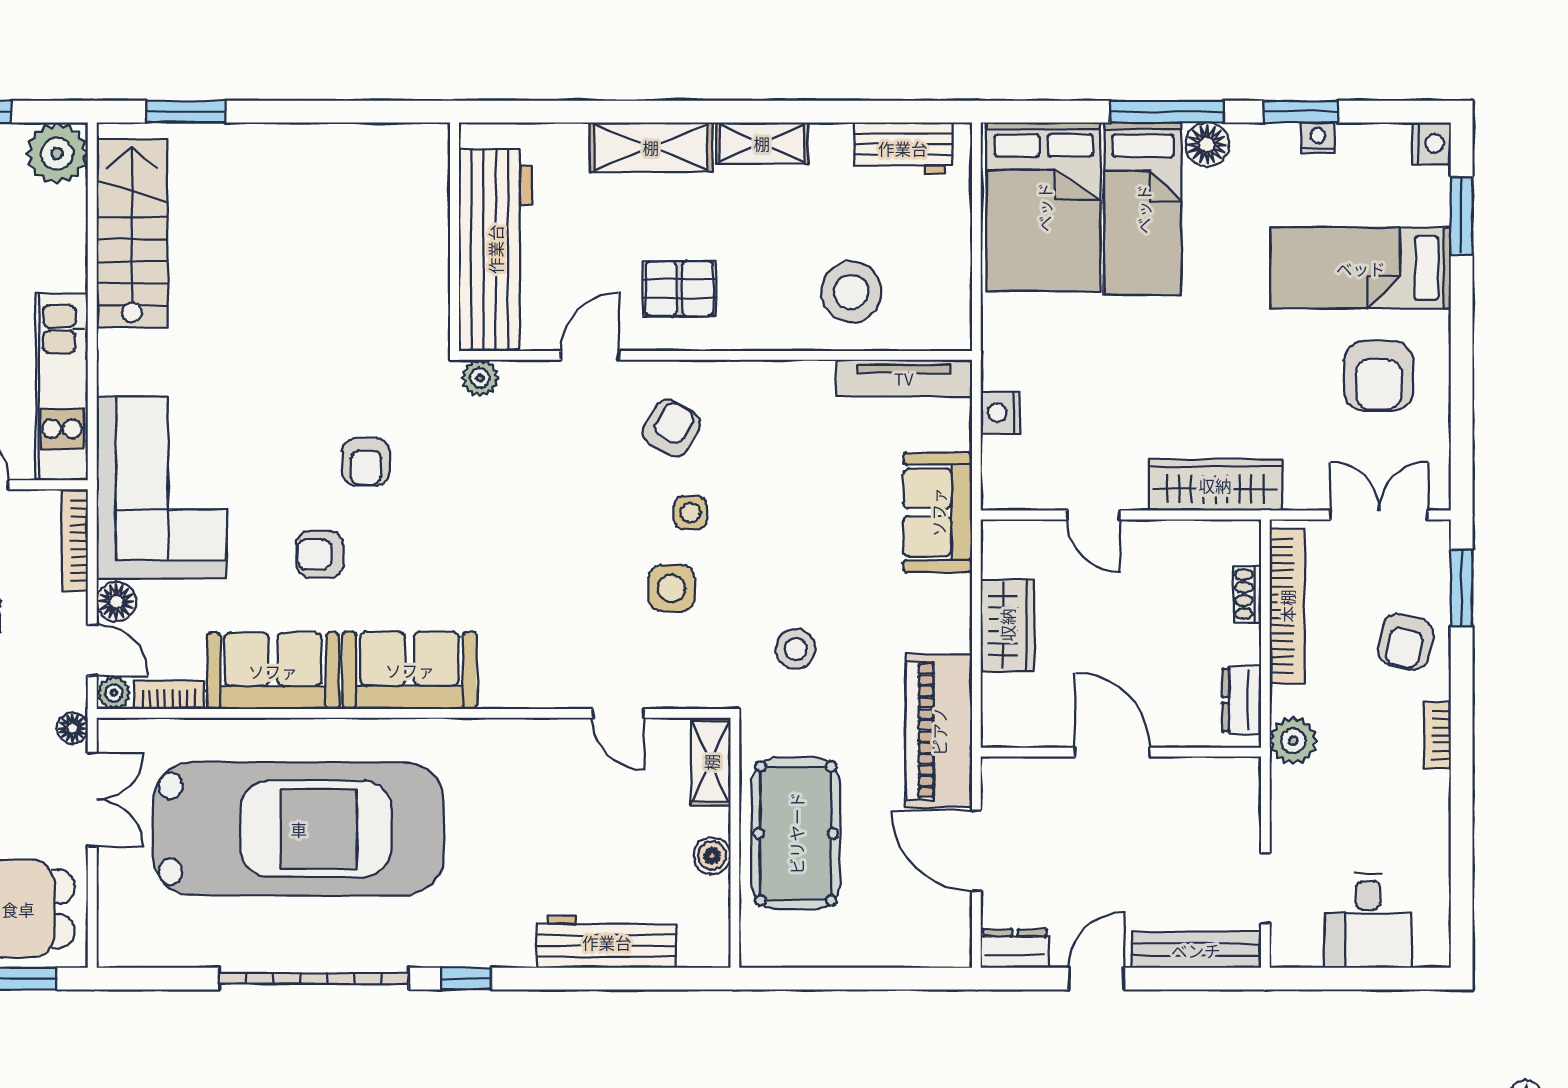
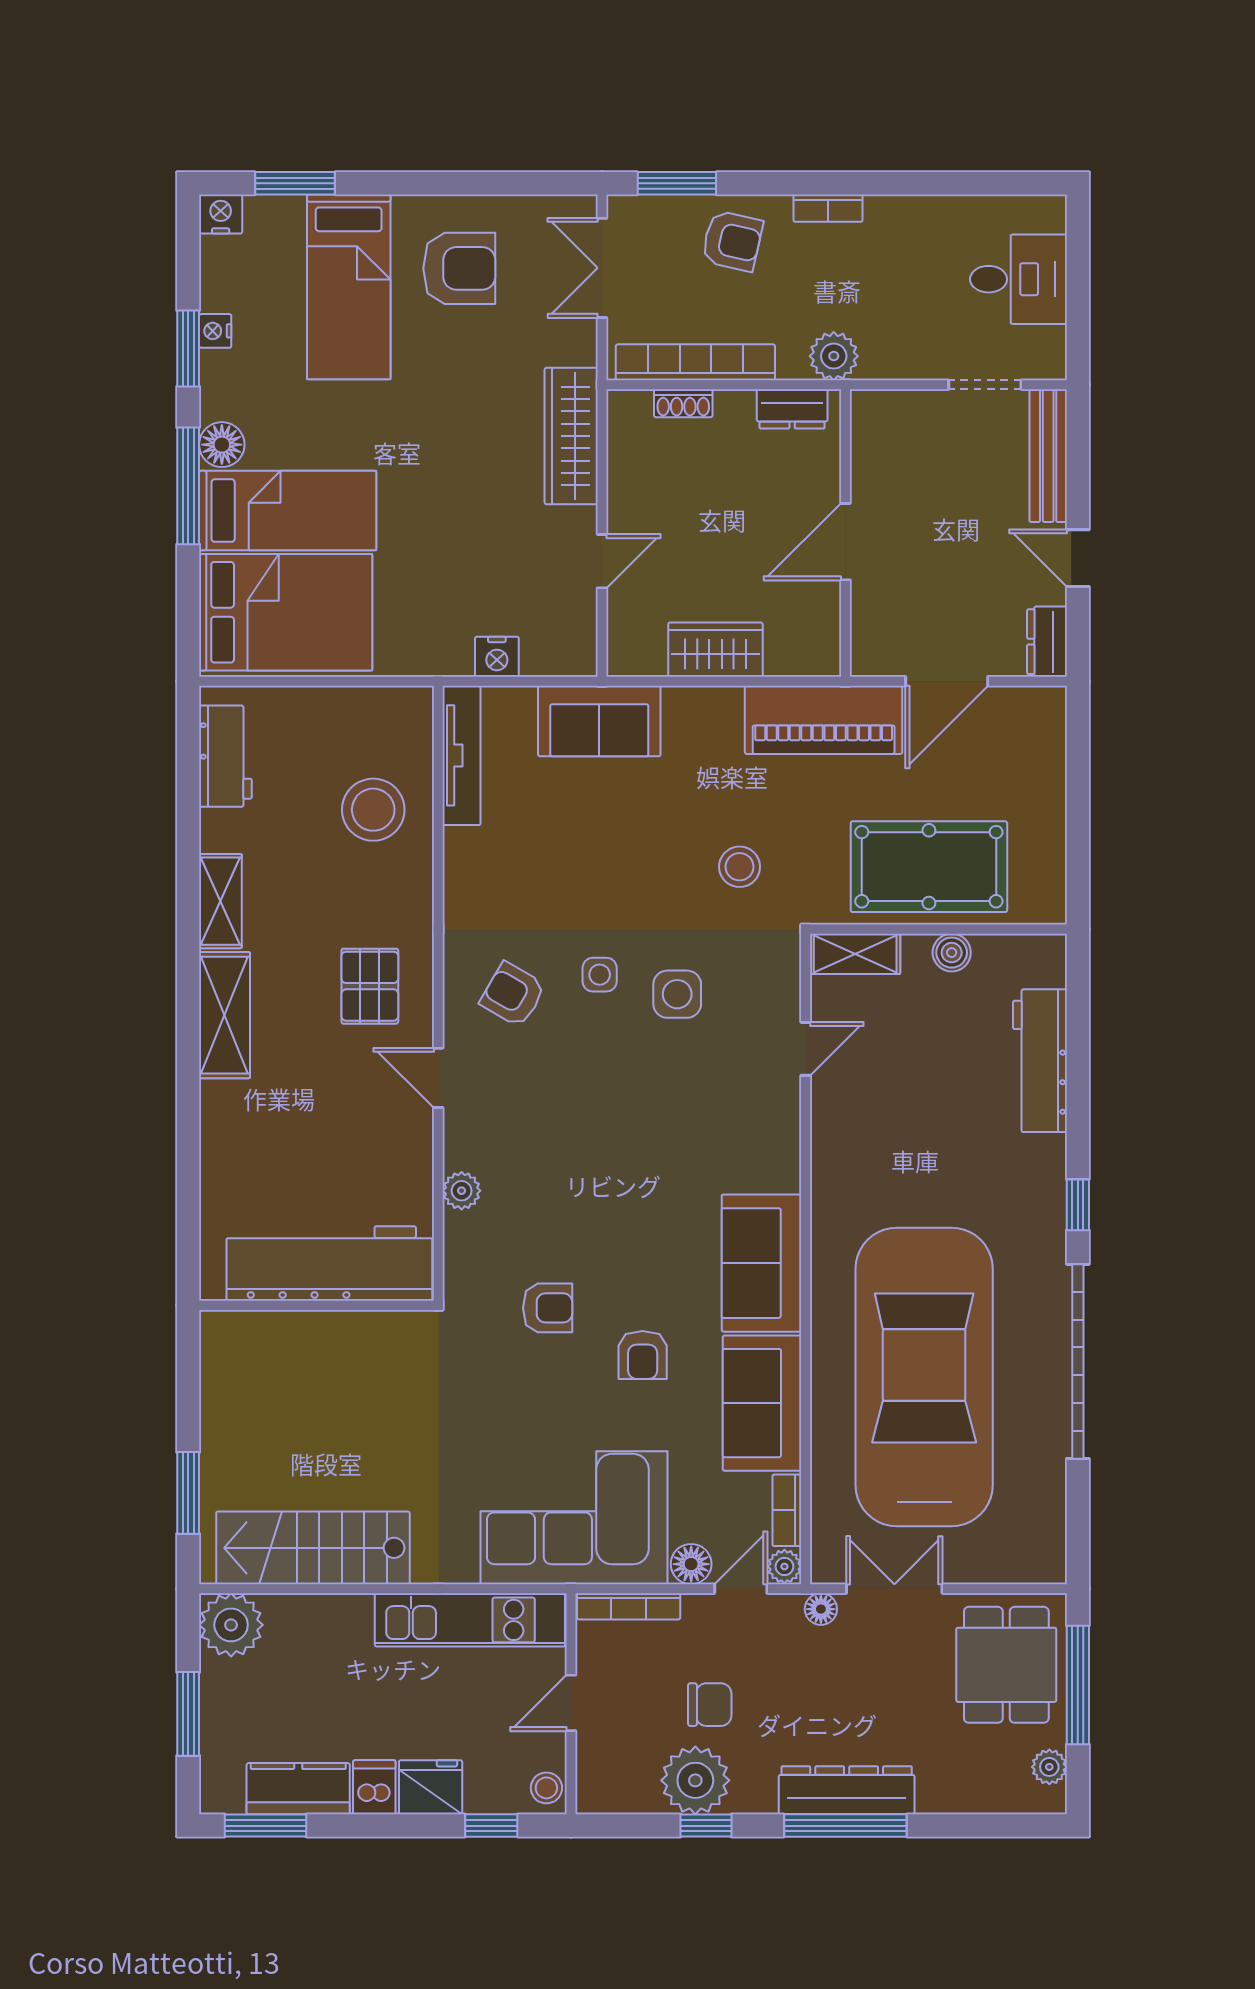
wall: (455, 237) -> (317, 1305), moved
workbench: (495, 249) -> (329, 1264), moved

